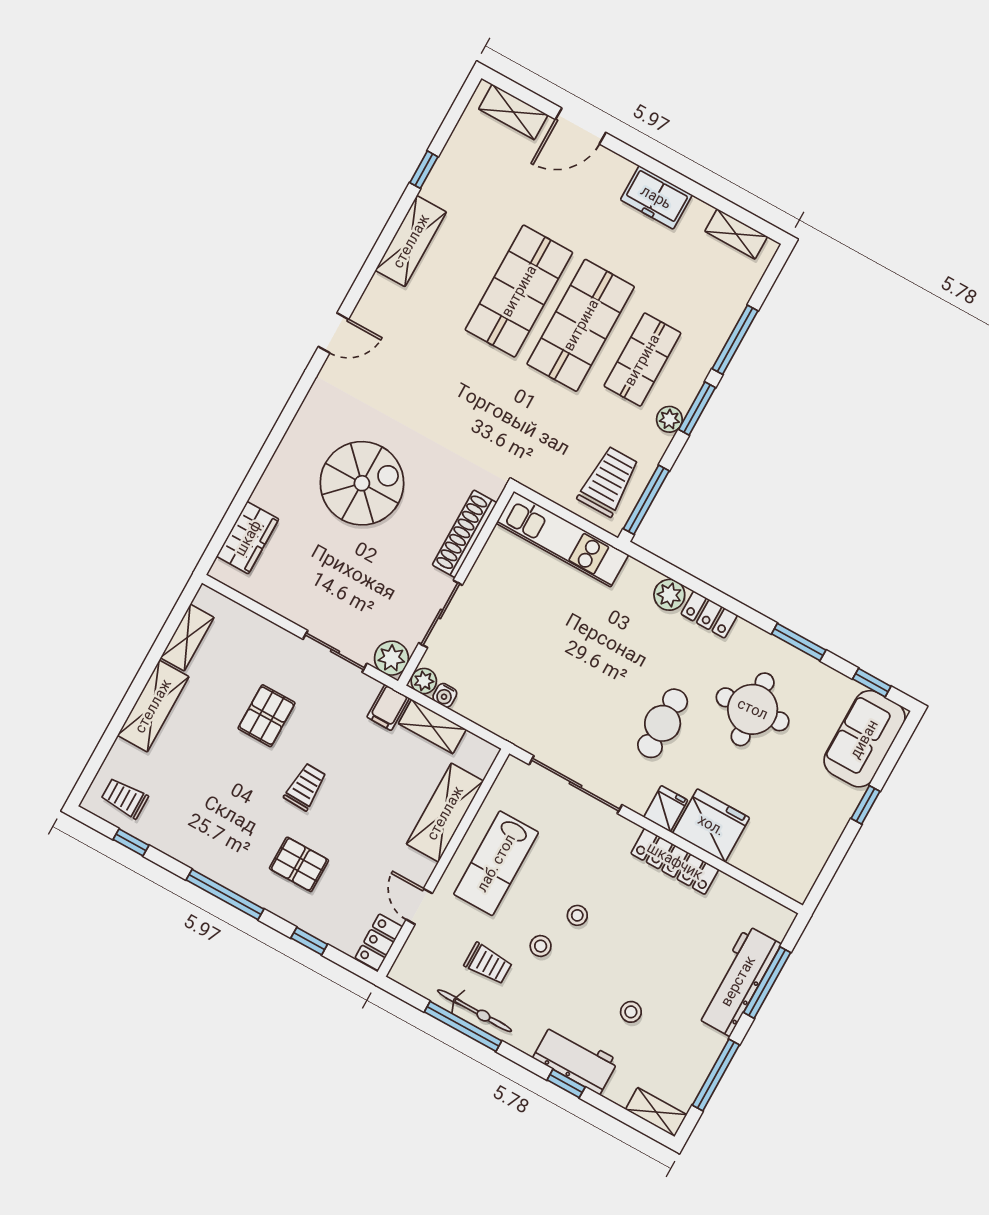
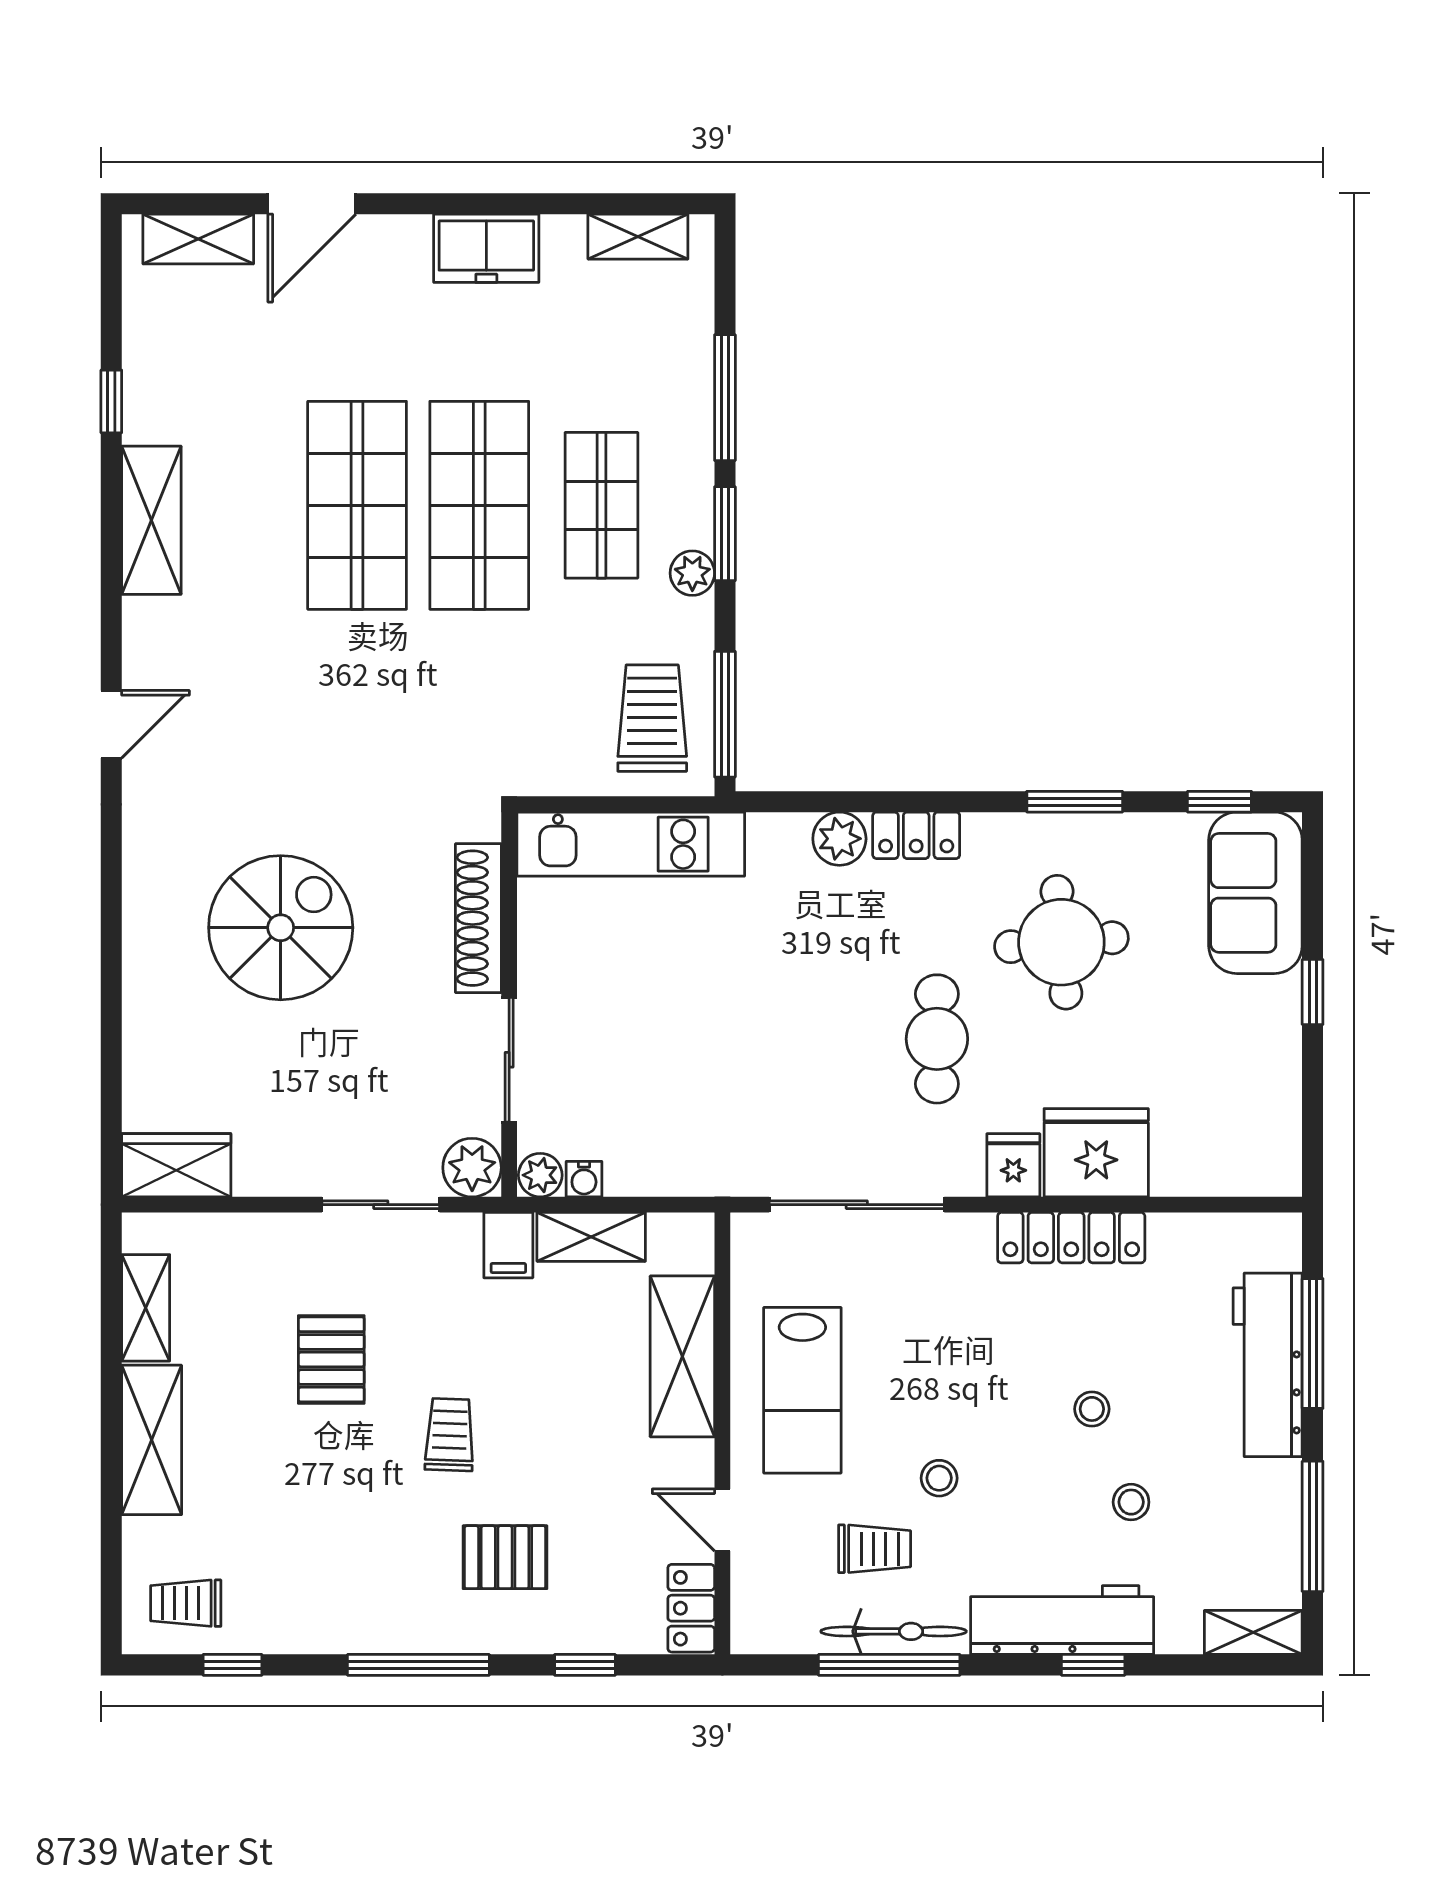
wardrobe: (248, 538) -> (176, 1165), moved, turned -90
stool: (577, 915) -> (1092, 1409), moved
workbench: (576, 1059) -> (1062, 1620), width x1.38

